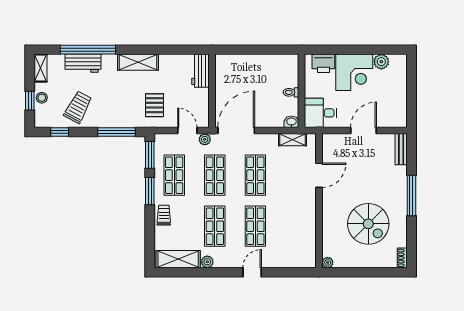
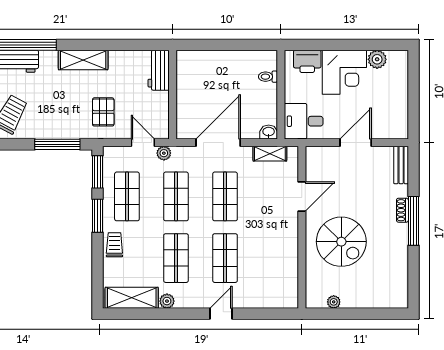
toilet: (291, 92) -> (268, 77), moved
door: (236, 131) -> (218, 143), moved
spiral stairs: (368, 224) -> (341, 242), moved
shoe rack: (402, 258) -> (402, 210), moved
plant: (328, 262) -> (334, 302), moved

